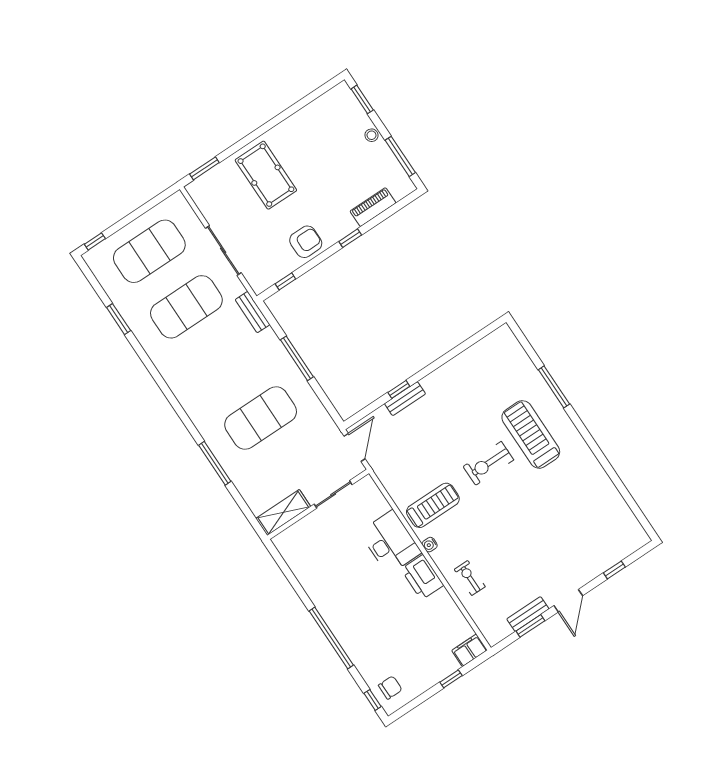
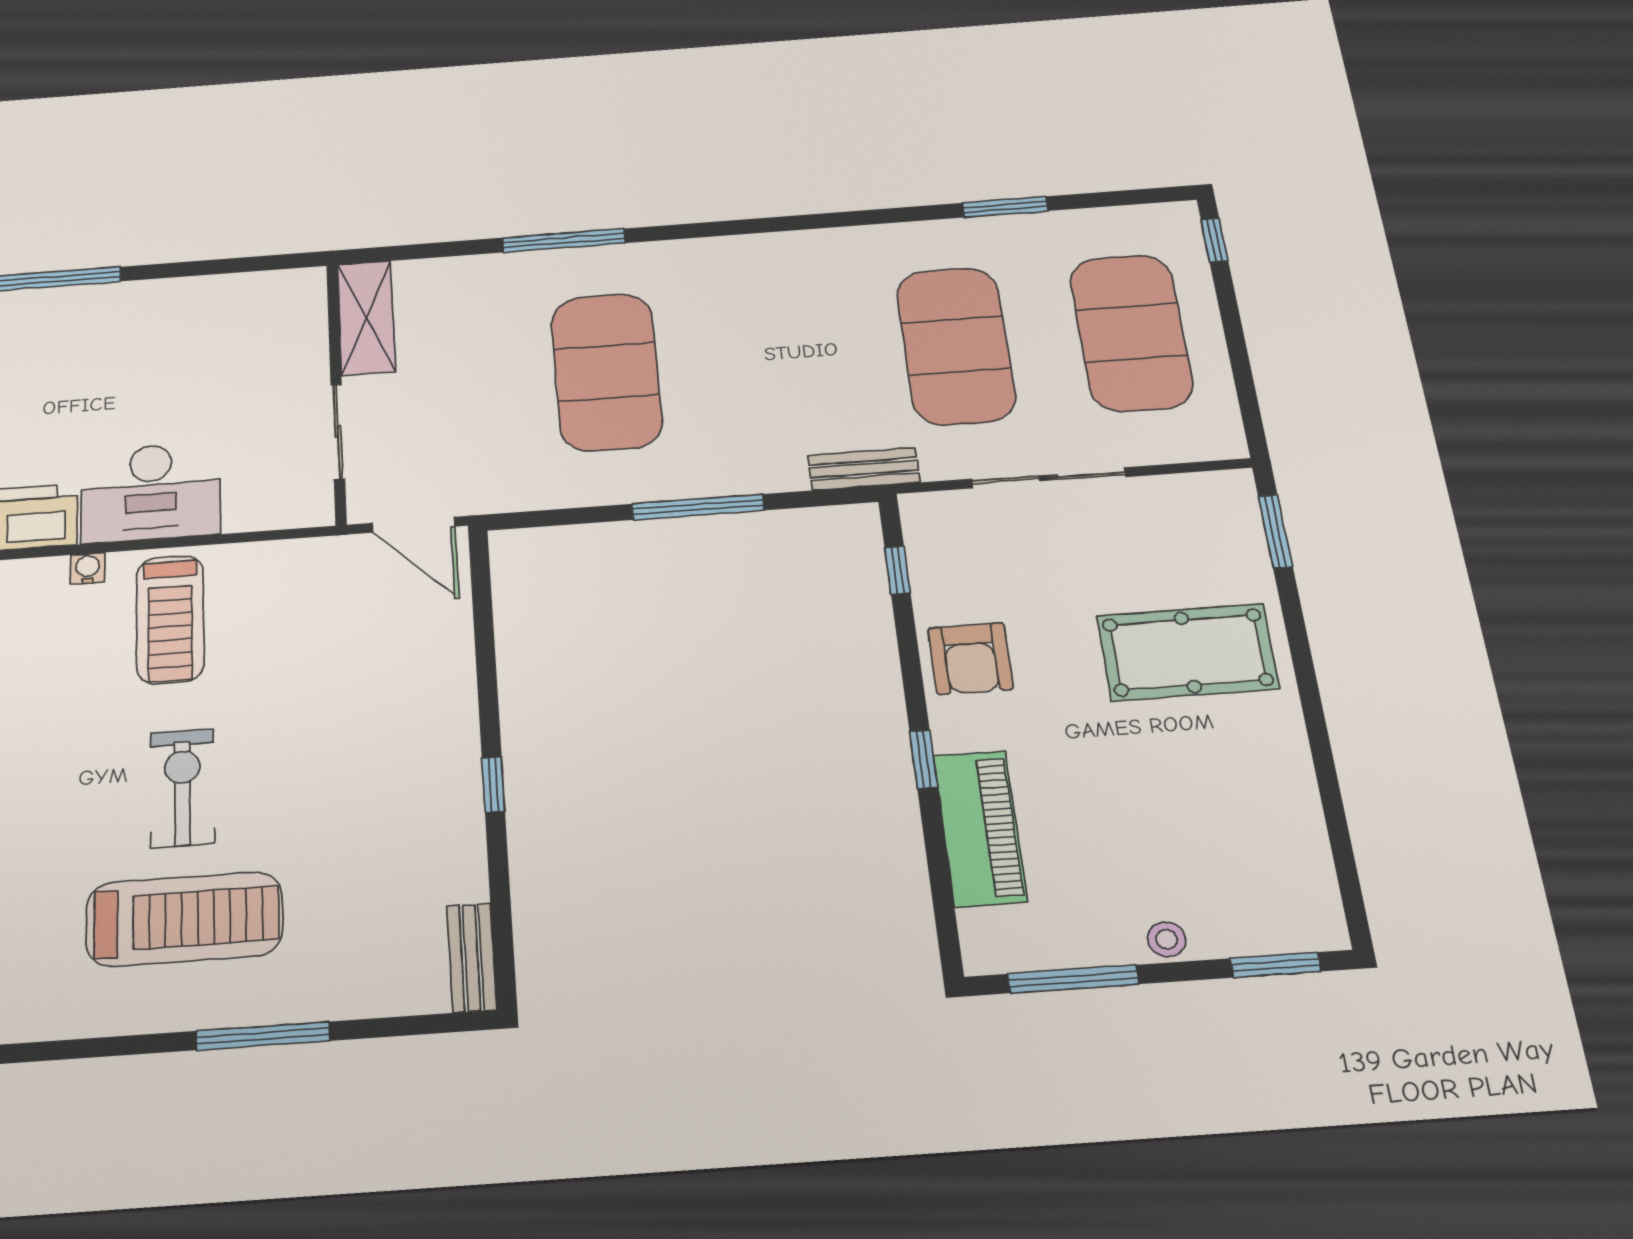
piano: (373, 207) -> (980, 828), width x1.37, depth x1.33
window: (399, 389) -> (493, 785), moved
bench: (405, 399) -> (472, 958), moved

